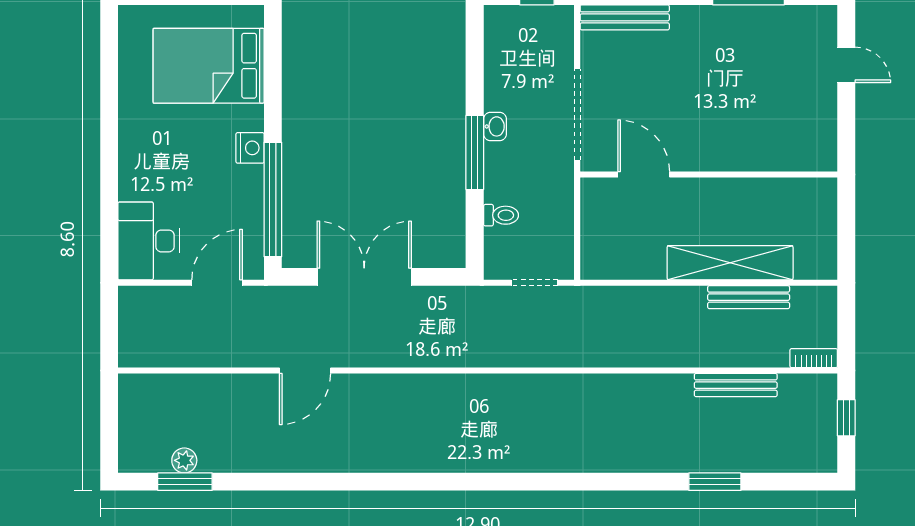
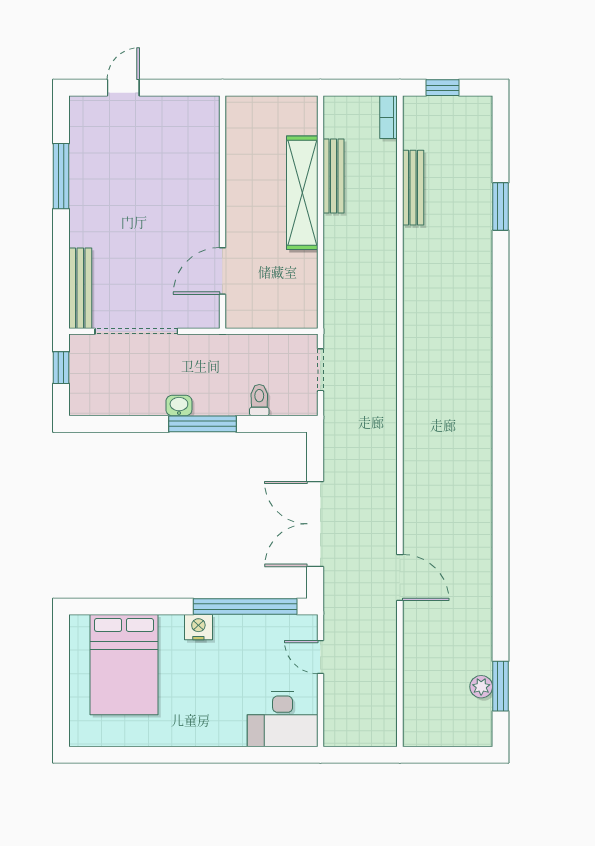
doorway: (577, 115) -> (136, 331), moved
door: (217, 283) -> (320, 657), width x0.73

